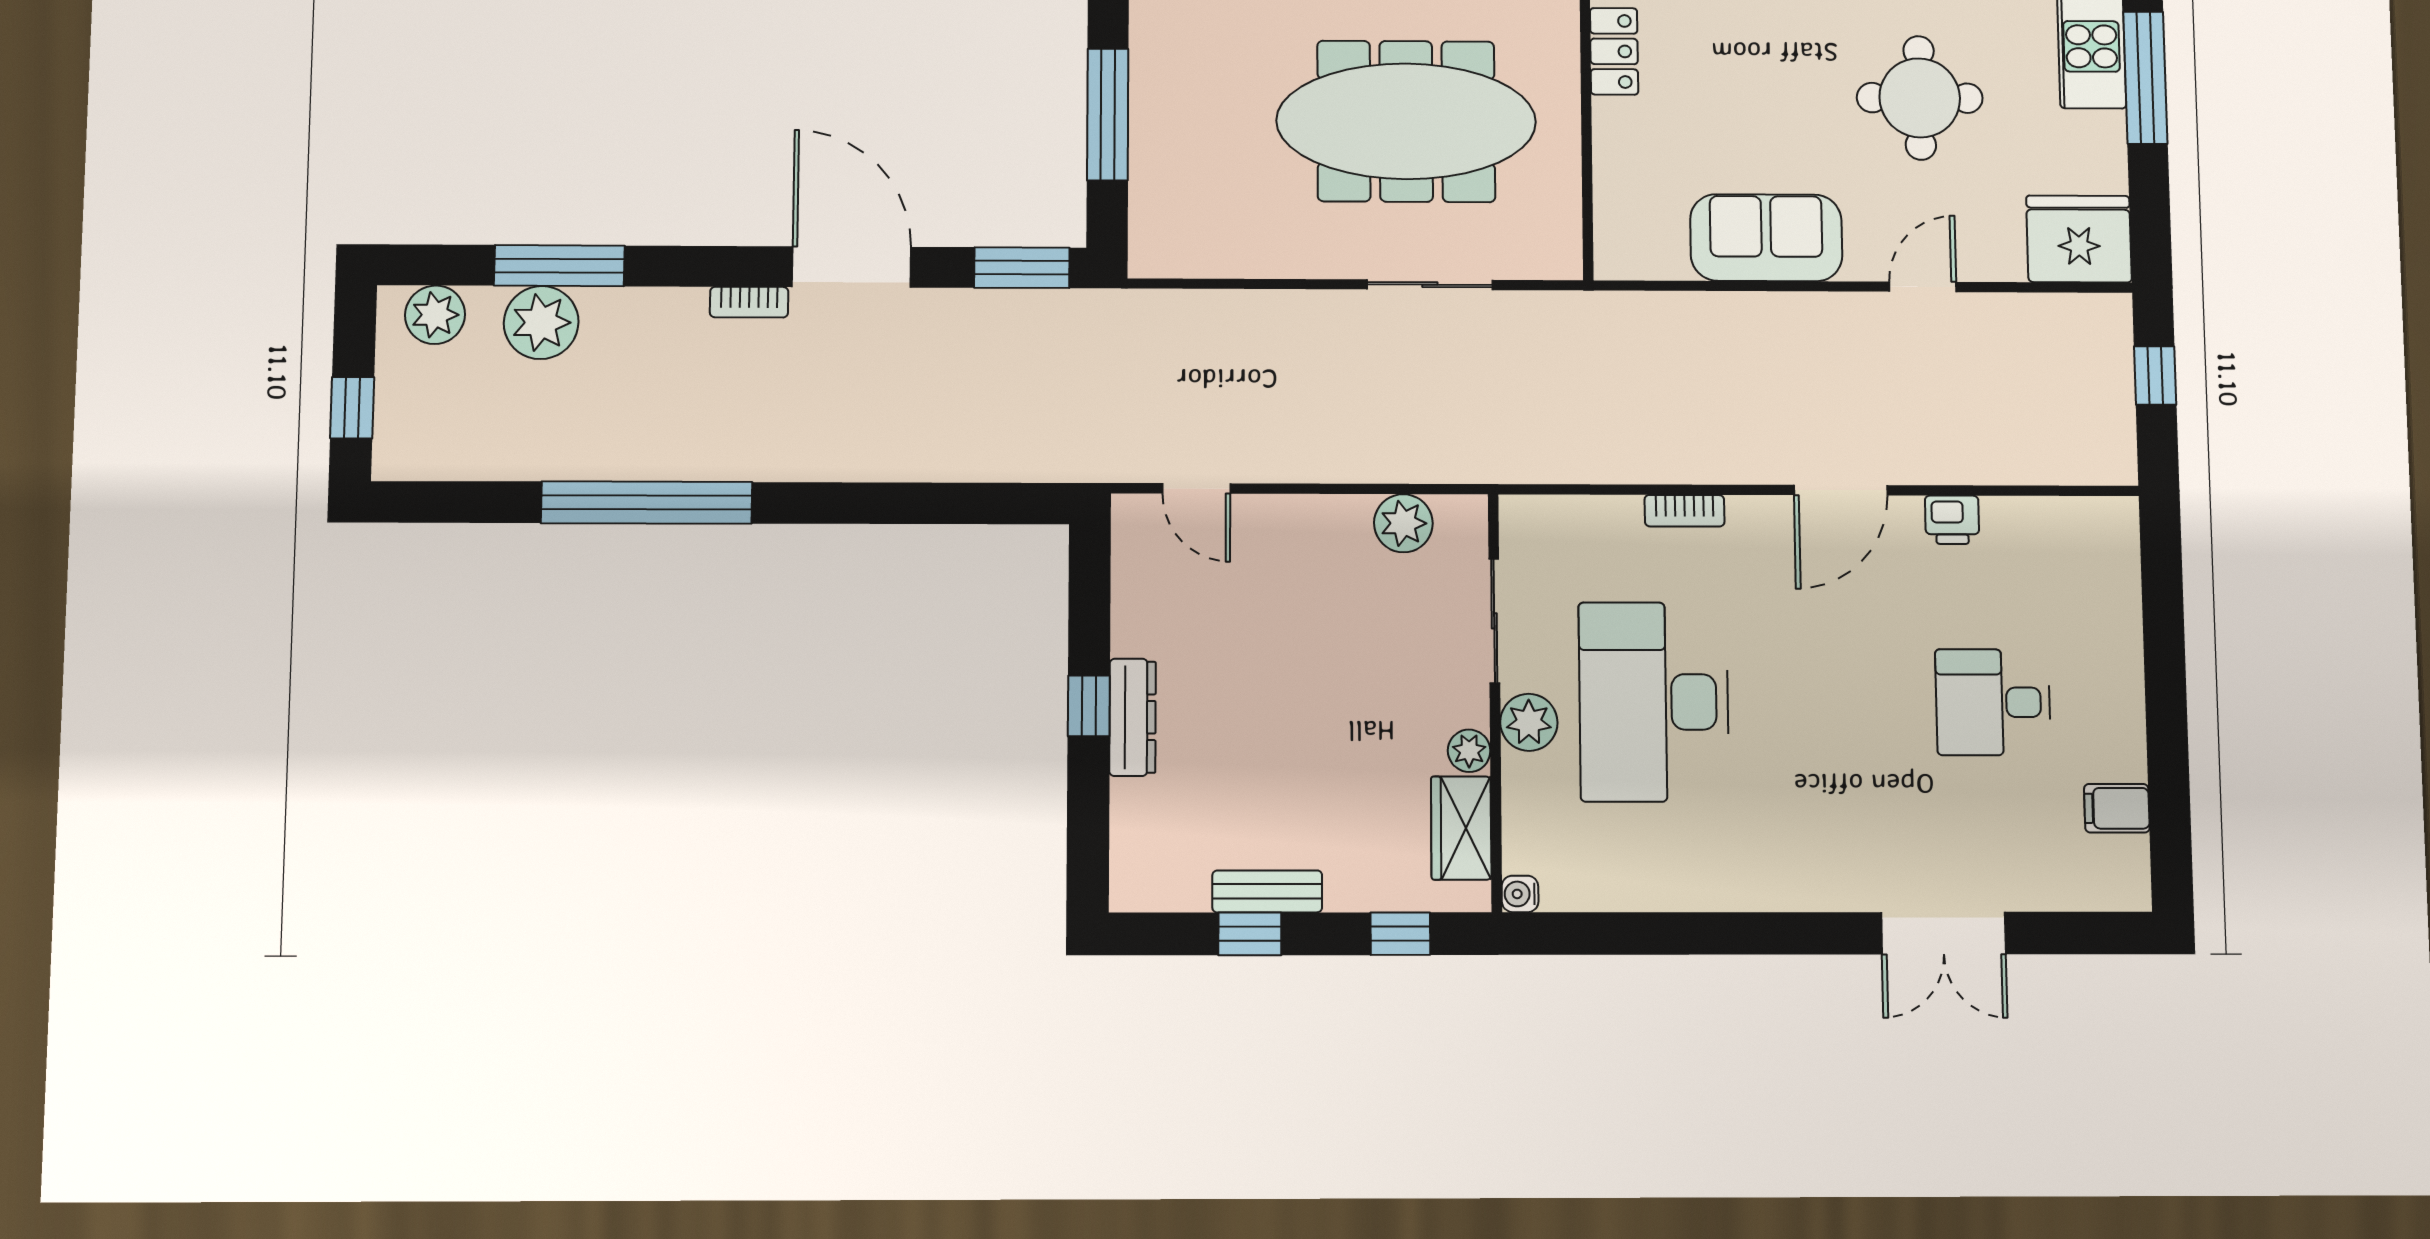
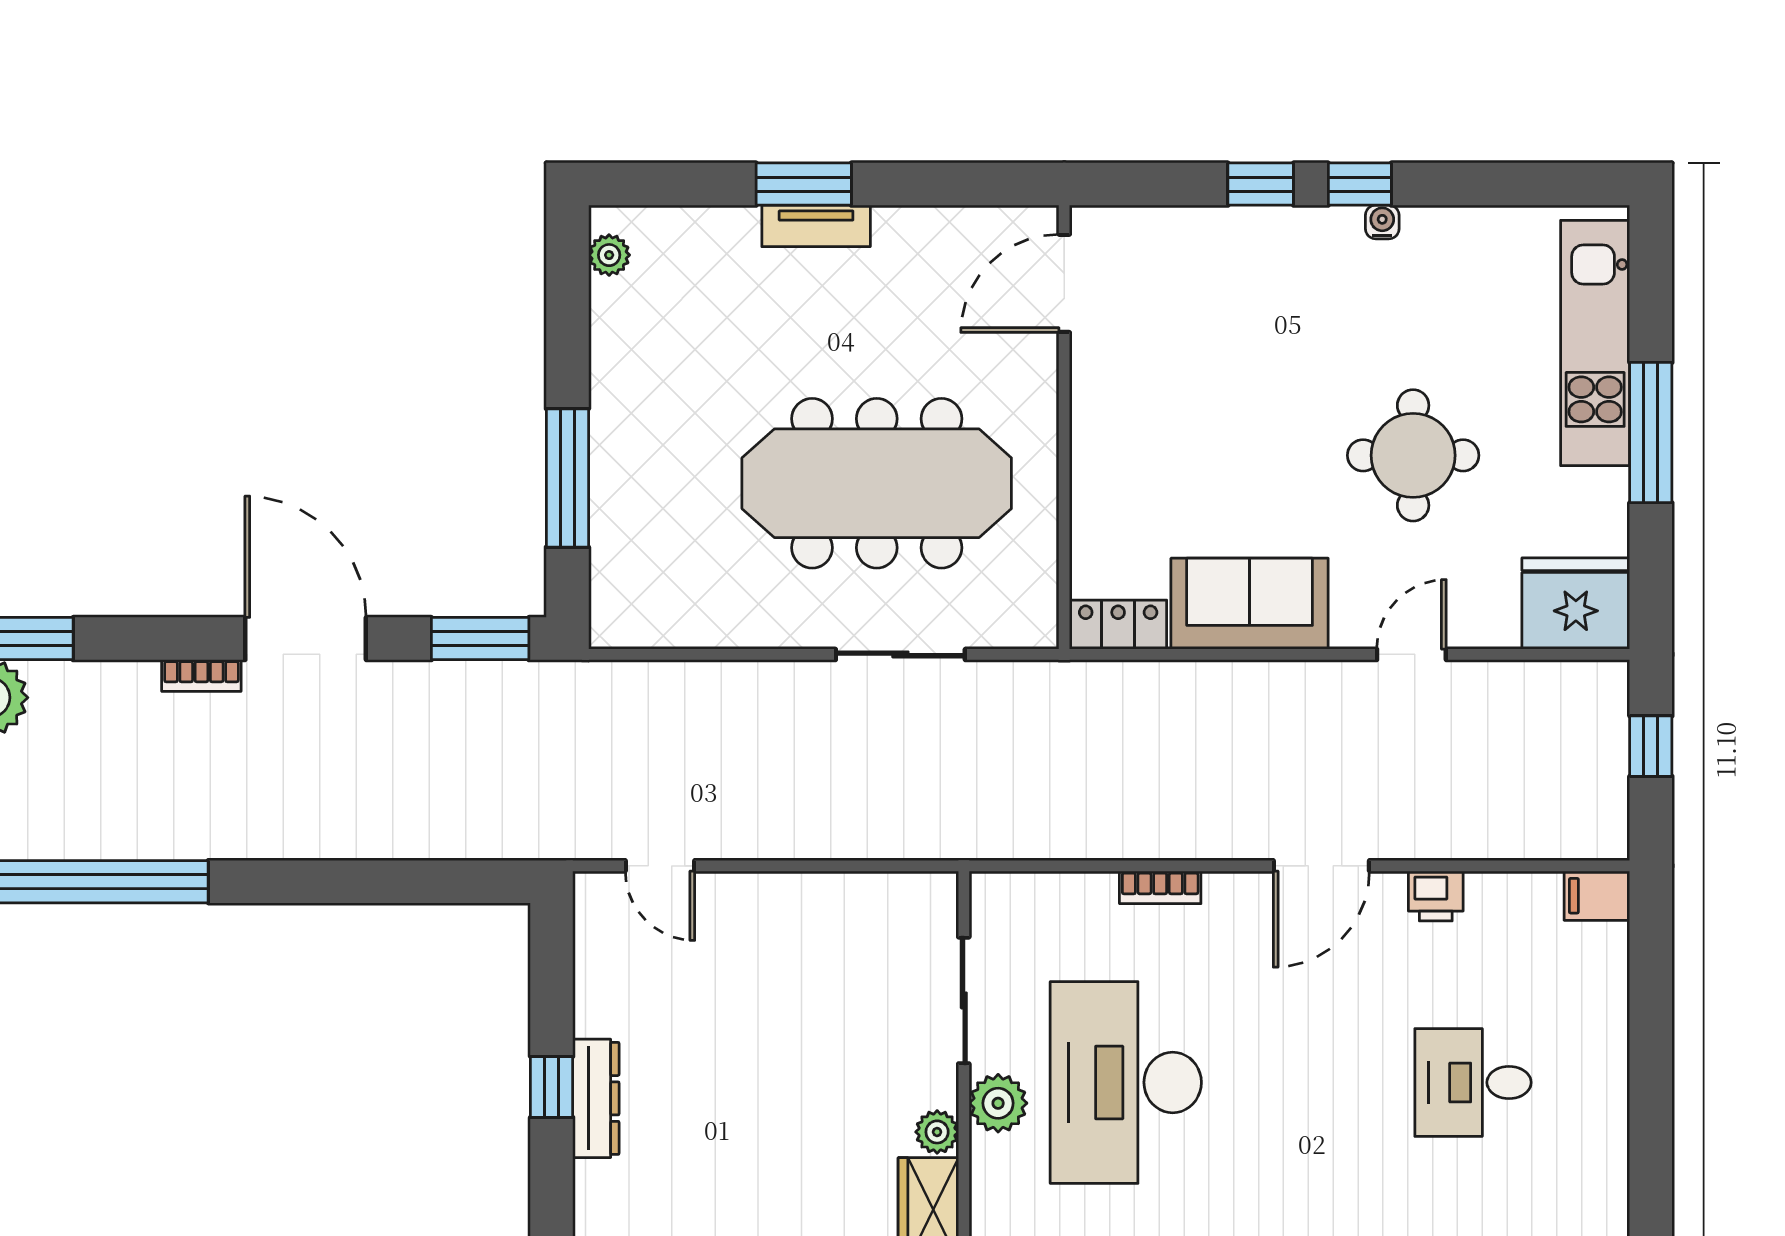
locker: (1614, 51) -> (1118, 625), moved, turned -90
plant: (1403, 523) -> (872, 901), removed
filing cabinet: (2117, 808) -> (1597, 896), moved

